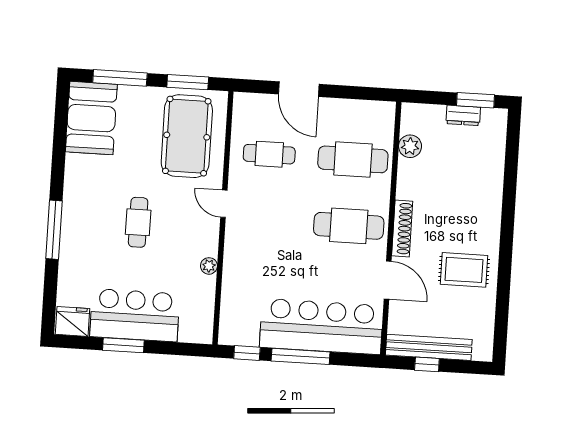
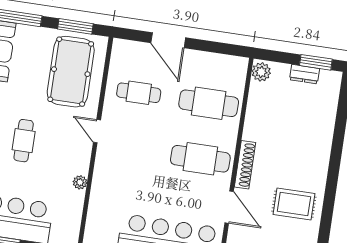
plant: (410, 146) -> (261, 72), moved

